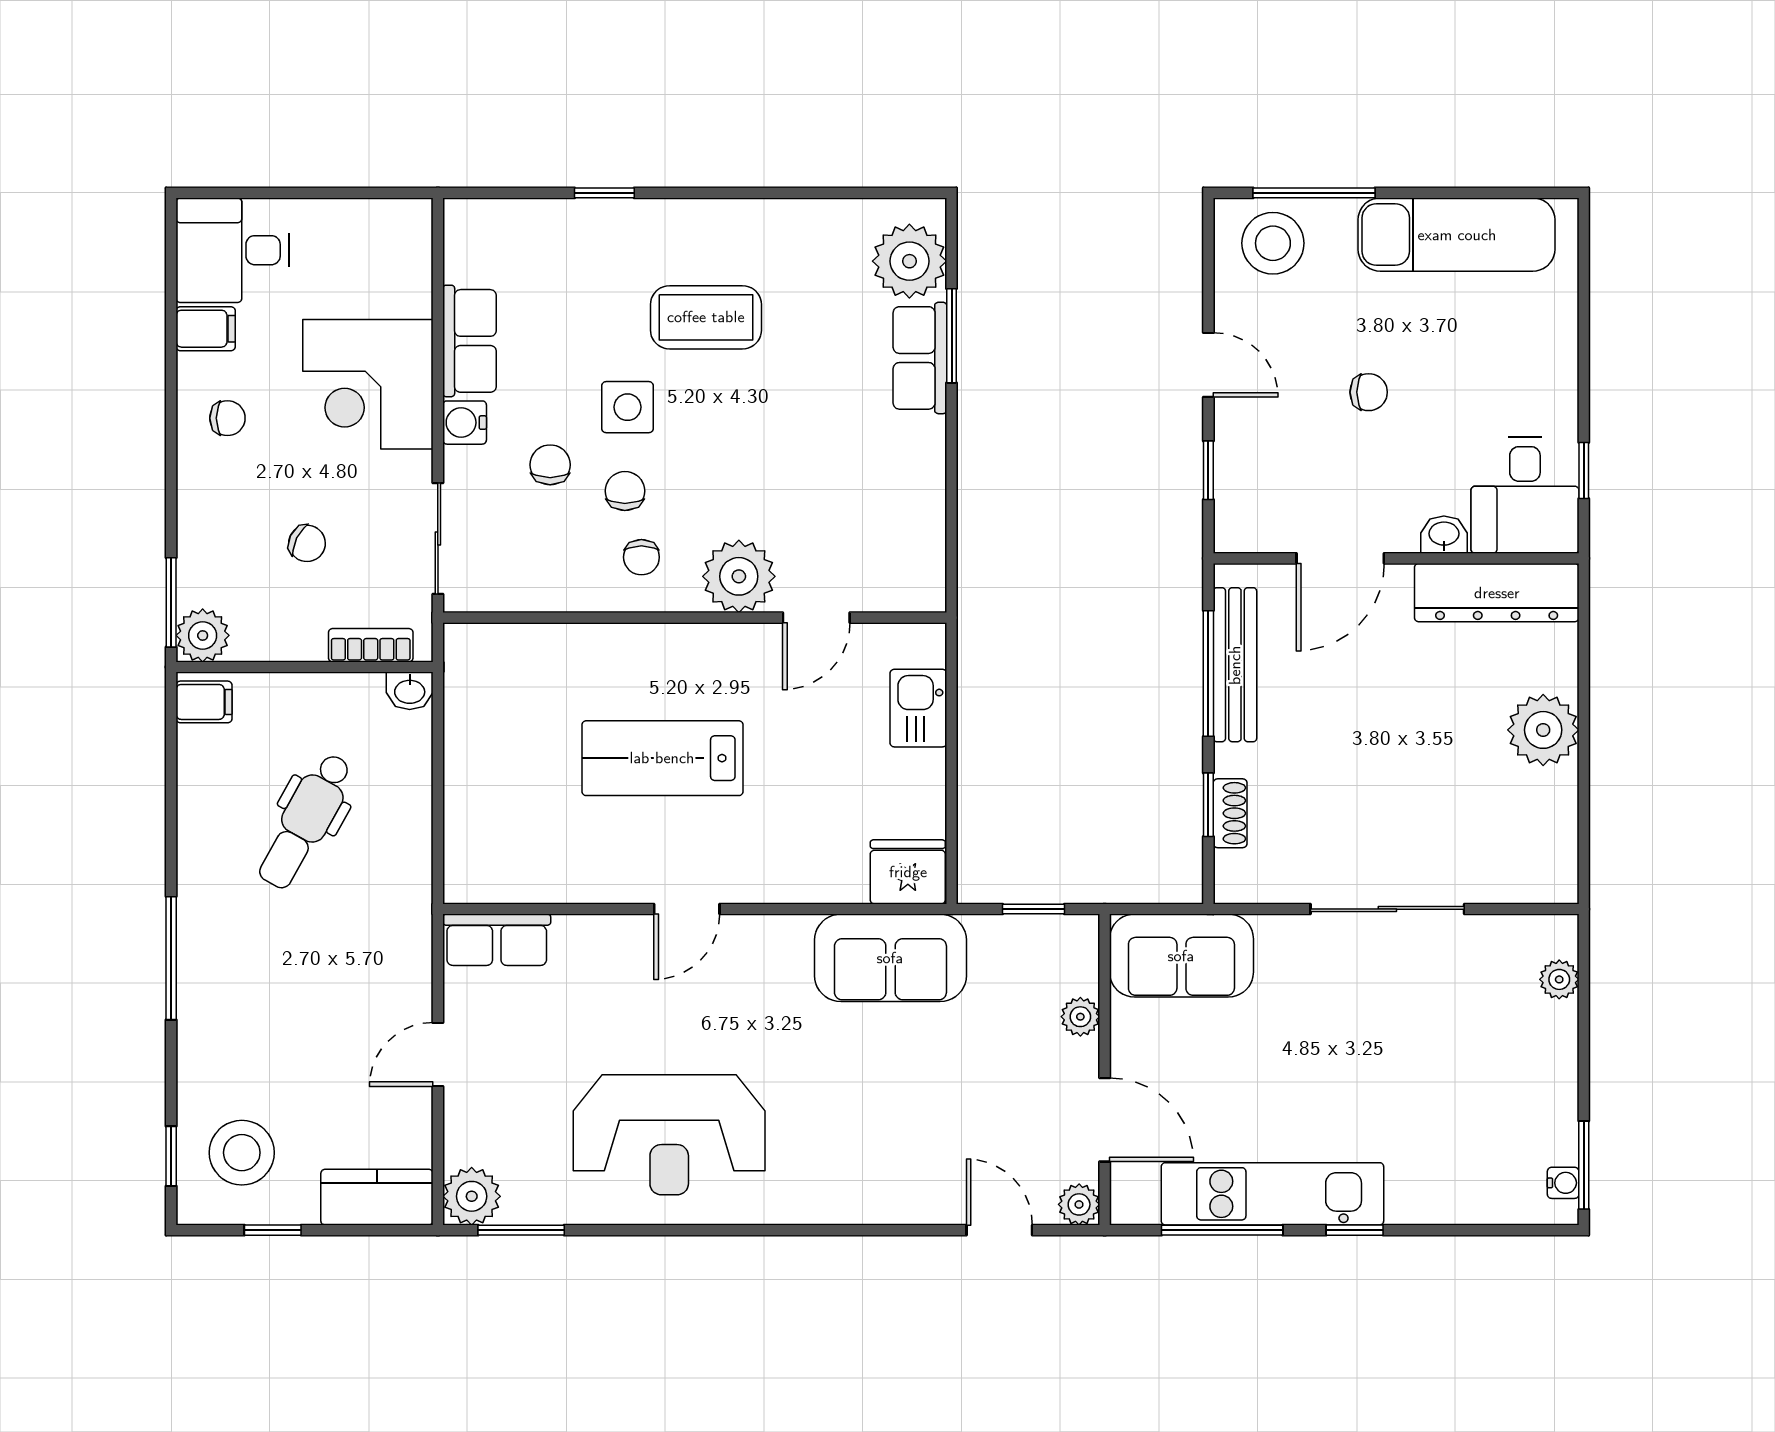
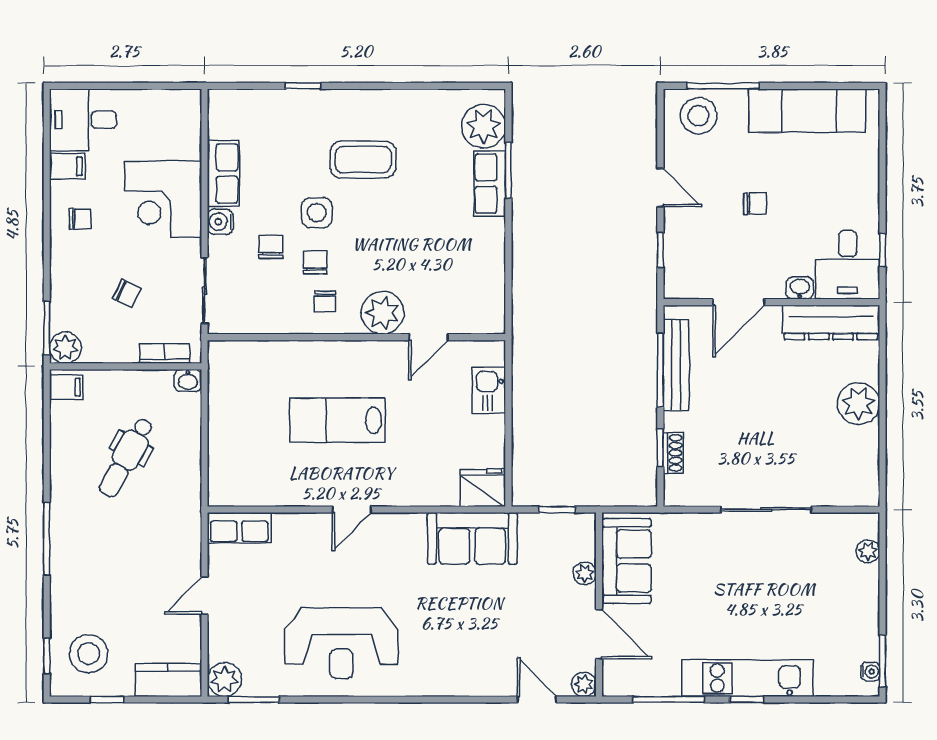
sofa: (1181, 956) -> (626, 561), moved, turned -90
kitchen unit: (1272, 1194) -> (748, 678), moved

